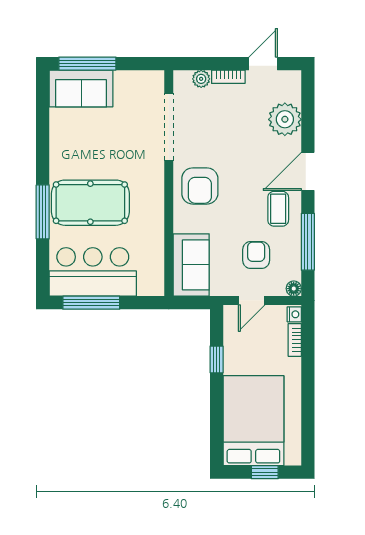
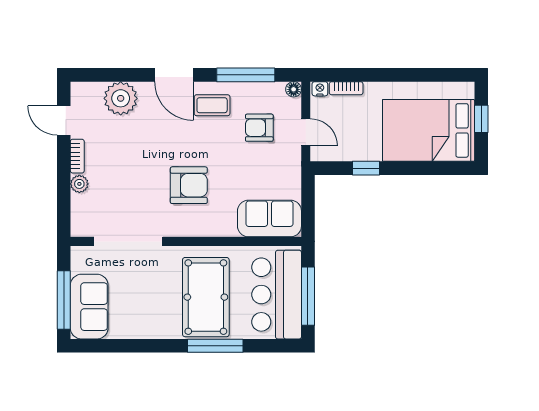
doorway: (169, 127) -> (128, 241), moved
wall: (169, 183) -> (186, 241), moved
sofa: (191, 265) -> (269, 219), moved

